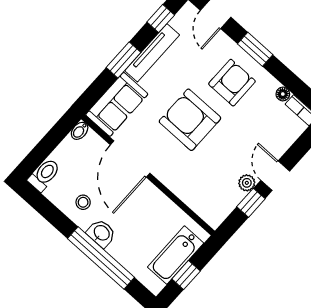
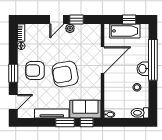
window: (161, 19) -> (87, 122), moved
armchair: (190, 120) -> (65, 74), turned 80
door: (130, 159) -> (103, 60), moved

